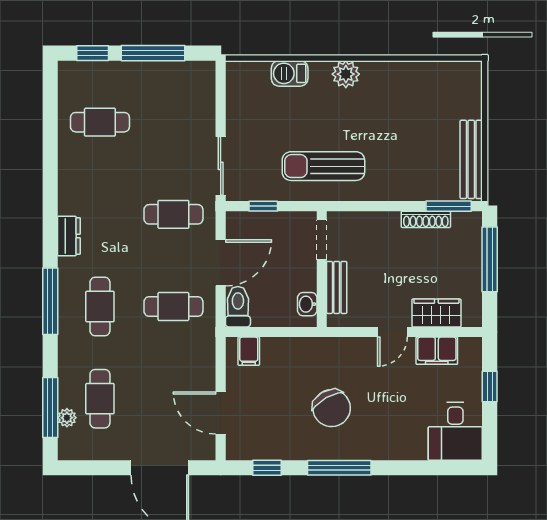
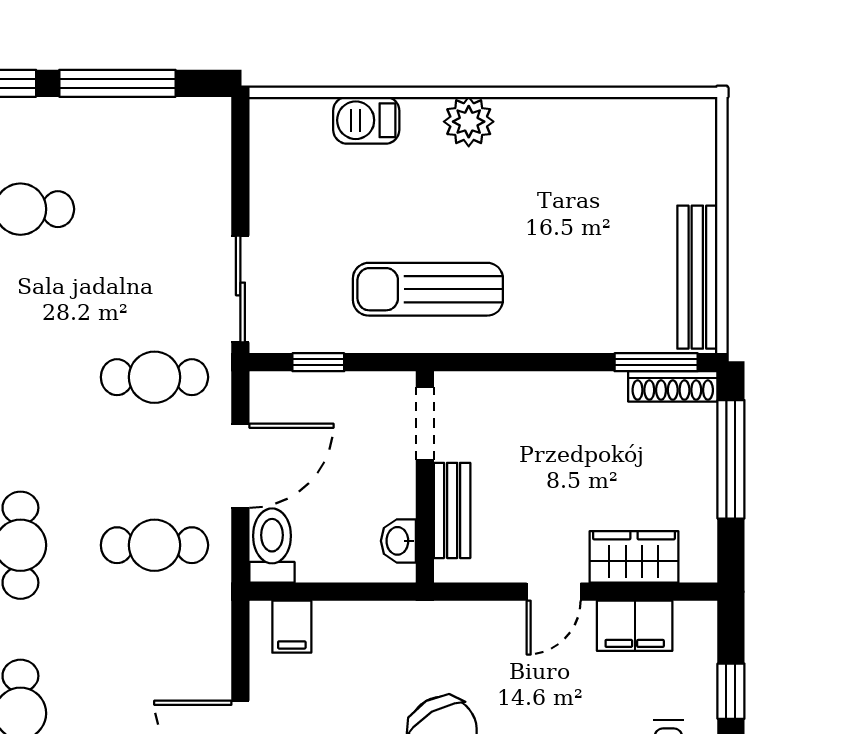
shoe rack: (426, 219) -> (673, 386), moved

